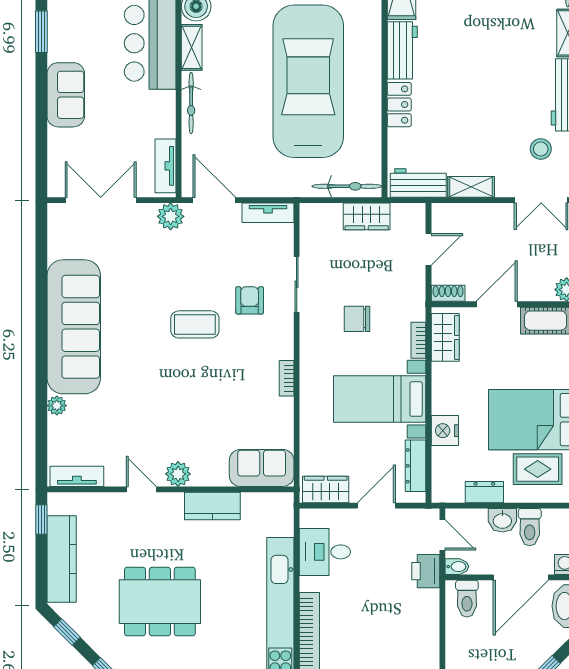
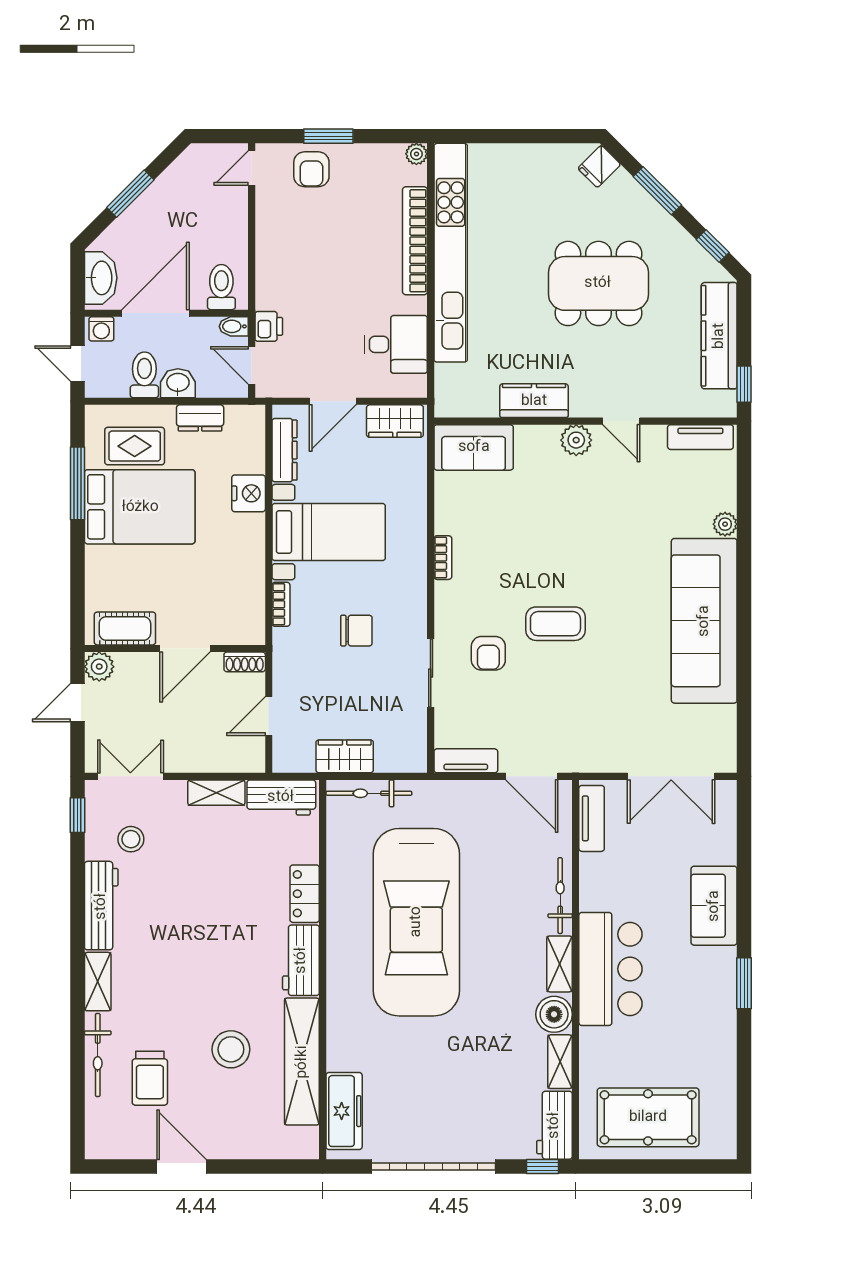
plant: (171, 216) -> (585, 756), removed
wardrobe: (445, 337) -> (248, 608), removed
printer: (426, 571) -> (269, 326), width x0.73, depth x0.81

